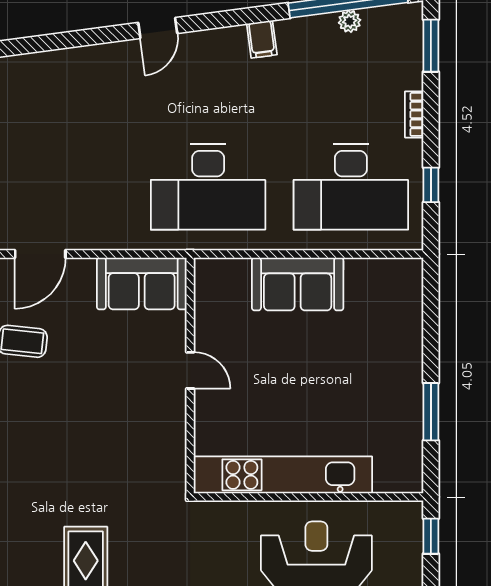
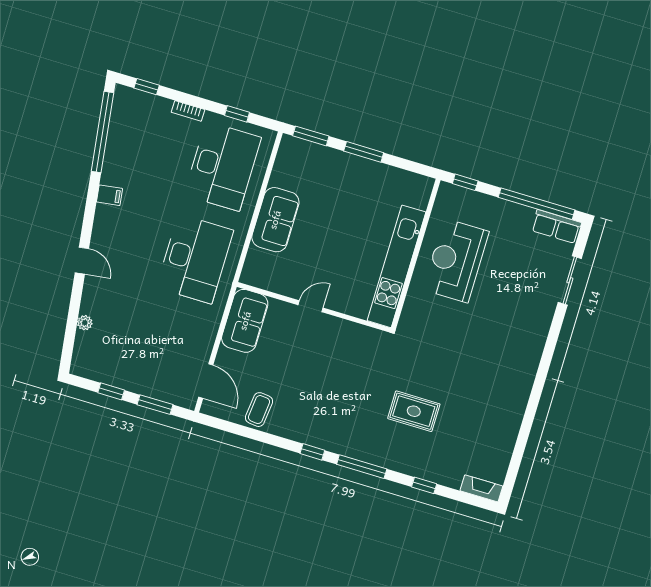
plant: (350, 21) -> (85, 323), moved
window: (431, 46) -> (147, 87), width x0.67
window: (431, 299) -> (311, 136), added
window: (431, 412) -> (364, 152), moved

